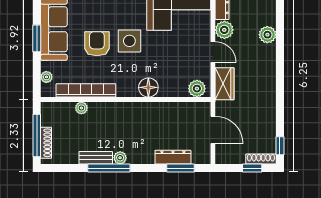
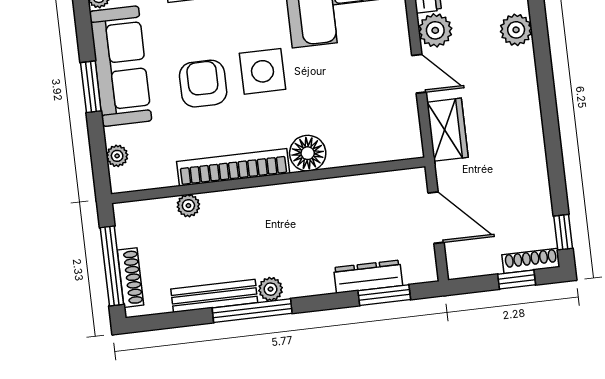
plant: (197, 89) -> (397, 145), removed
bookcase: (86, 90) -> (233, 167), moved
bench: (96, 158) -> (214, 296), width x1.36

